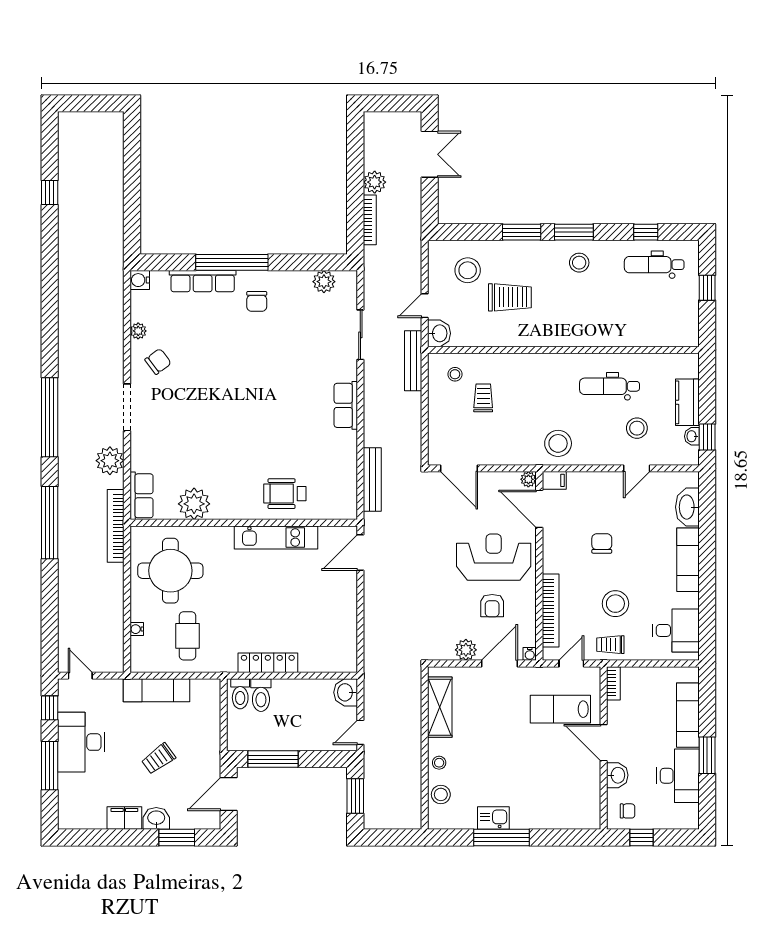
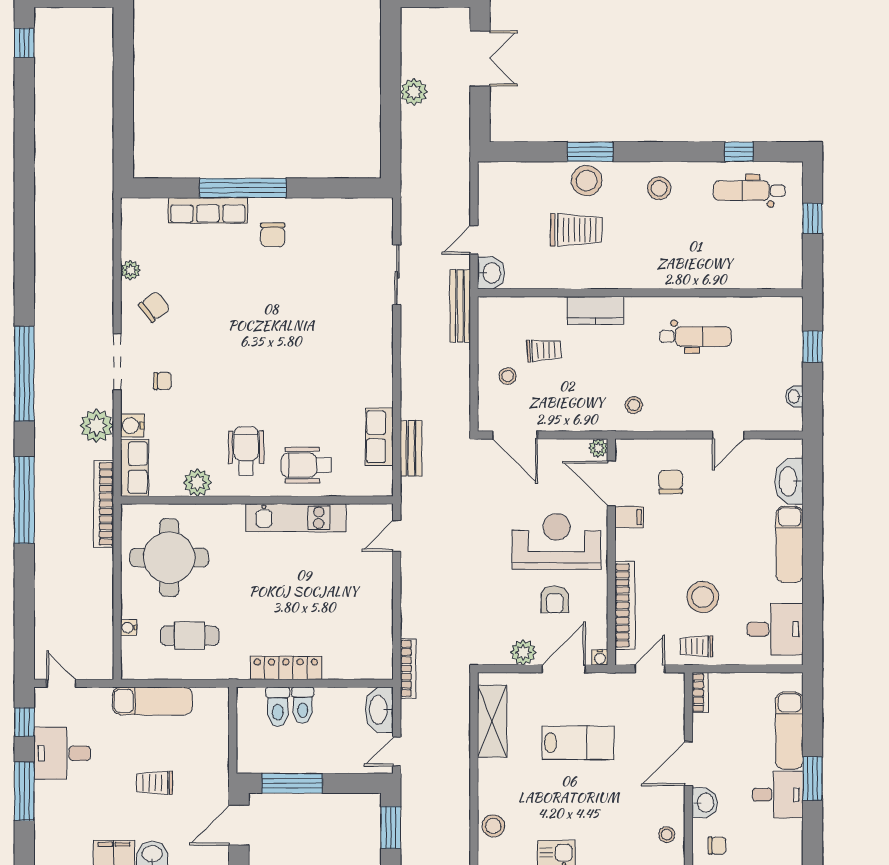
window: (50, 193) -> (24, 43), moved
bookcase: (370, 220) -> (408, 668), moved
window: (574, 232) -> (653, 152), removed
stool: (468, 270) -> (587, 181), moved
water cooler: (140, 280) -> (132, 426), moved
plant: (324, 282) -> (353, 211), removed
stool: (455, 374) -> (508, 376), moved
dental chair: (610, 386) -> (696, 336), turned 180
trolley: (483, 398) -> (544, 350), turned 87
kitchen counter: (687, 402) -> (596, 310), moved, turned -90
row of seats: (346, 405) -> (379, 437), moved
chair: (165, 423) -> (163, 381), added
stool: (637, 428) -> (728, 387), removed
window: (707, 437) -> (813, 347), moved
stool: (558, 443) -> (634, 405), width x0.53, depth x0.53
bench: (372, 480) -> (411, 448), width x0.73
filing cabinet: (554, 480) -> (629, 517), moved
wheelchair: (235, 482) -> (246, 451), added
plant: (194, 504) -> (198, 482), width x0.73, depth x0.73
chair: (602, 543) -> (671, 482), moved
door: (360, 553) -> (397, 536), width x0.73
cafe table: (187, 636) -> (190, 636), turned 90
washbasin: (346, 692) -> (379, 710), width x1.38
toilet: (240, 694) -> (303, 705), moved
lab bench: (560, 709) -> (578, 743), moved, turned 180
desk: (81, 742) -> (62, 753), width x0.73
door: (604, 743) -> (688, 764), hinge flipped
trolley: (158, 759) -> (155, 783), turned 36
stool: (439, 763) -> (667, 835), moved
desk: (678, 776) -> (778, 795), width x0.73

